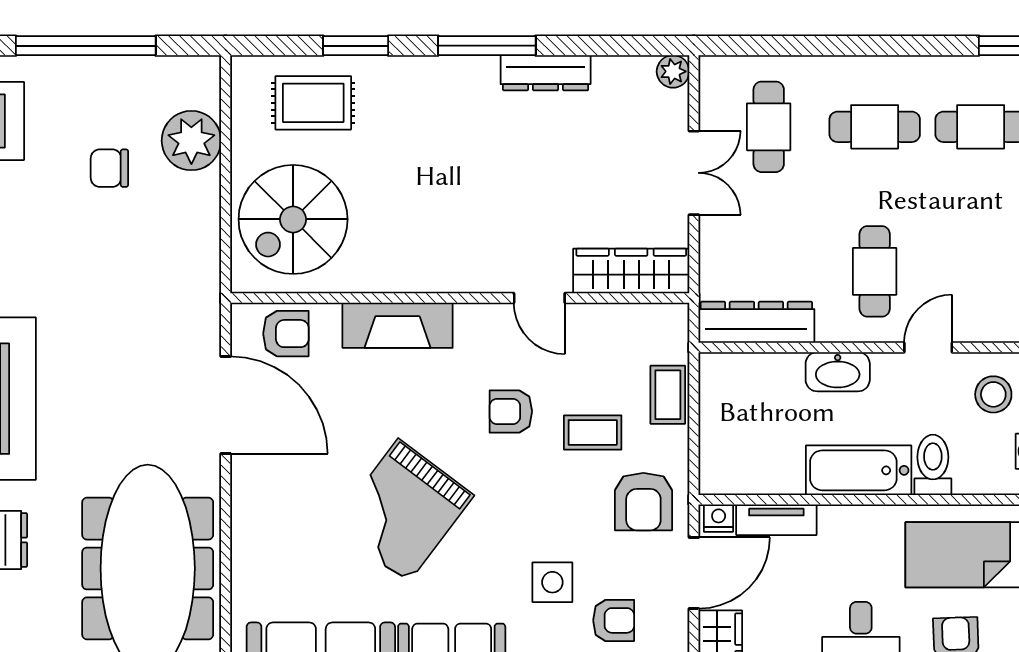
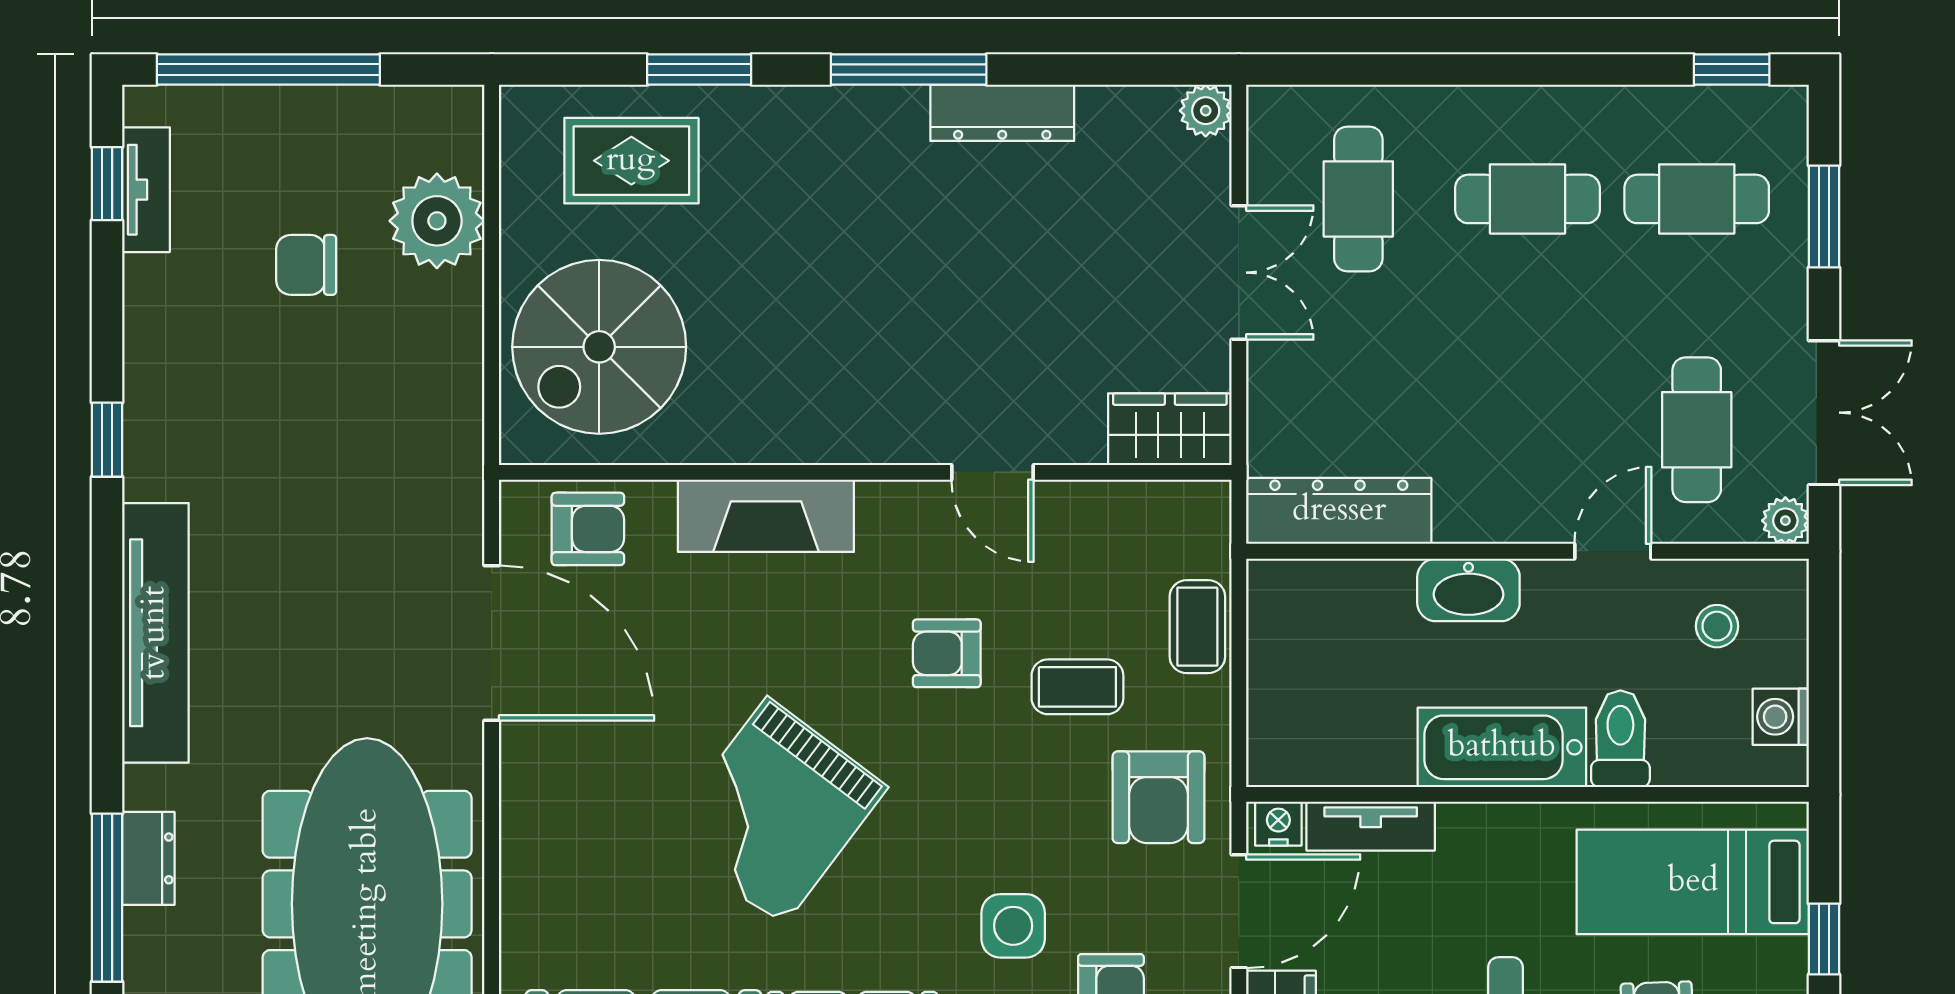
wardrobe: (631, 271) -> (1170, 429), width x0.67
cafe table: (875, 271) -> (1697, 430), moved
stool: (993, 394) -> (1717, 626), width x0.73, depth x0.73

